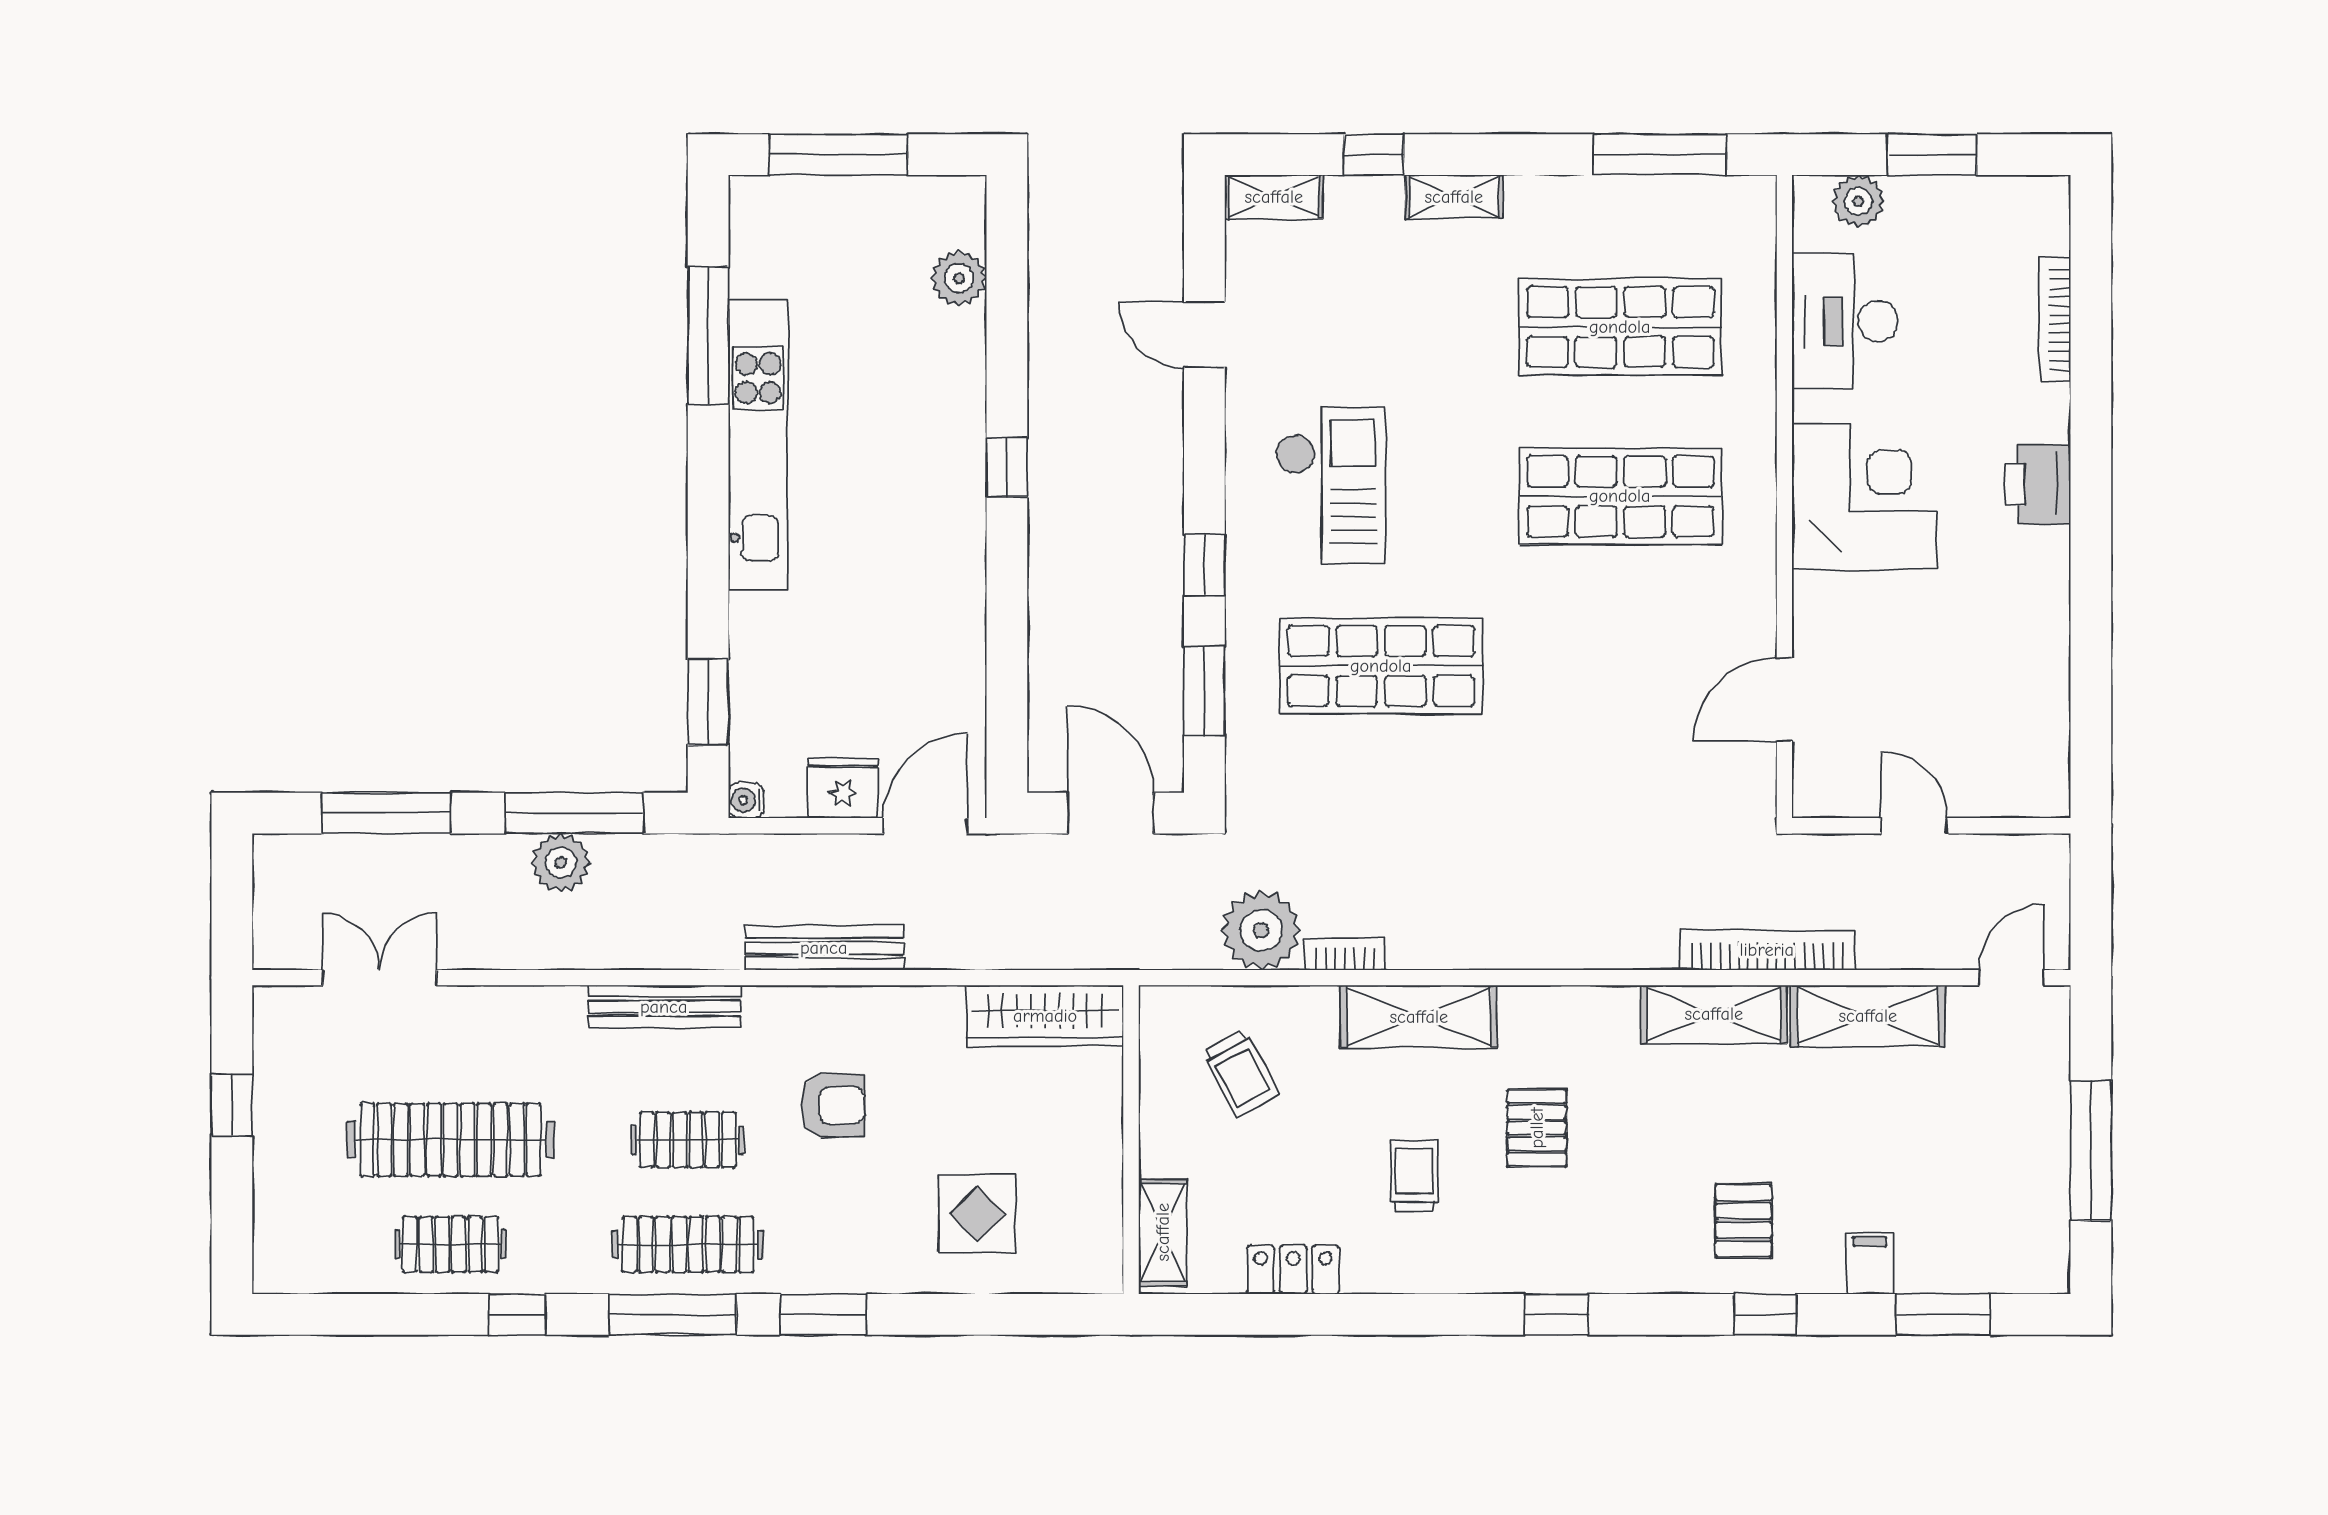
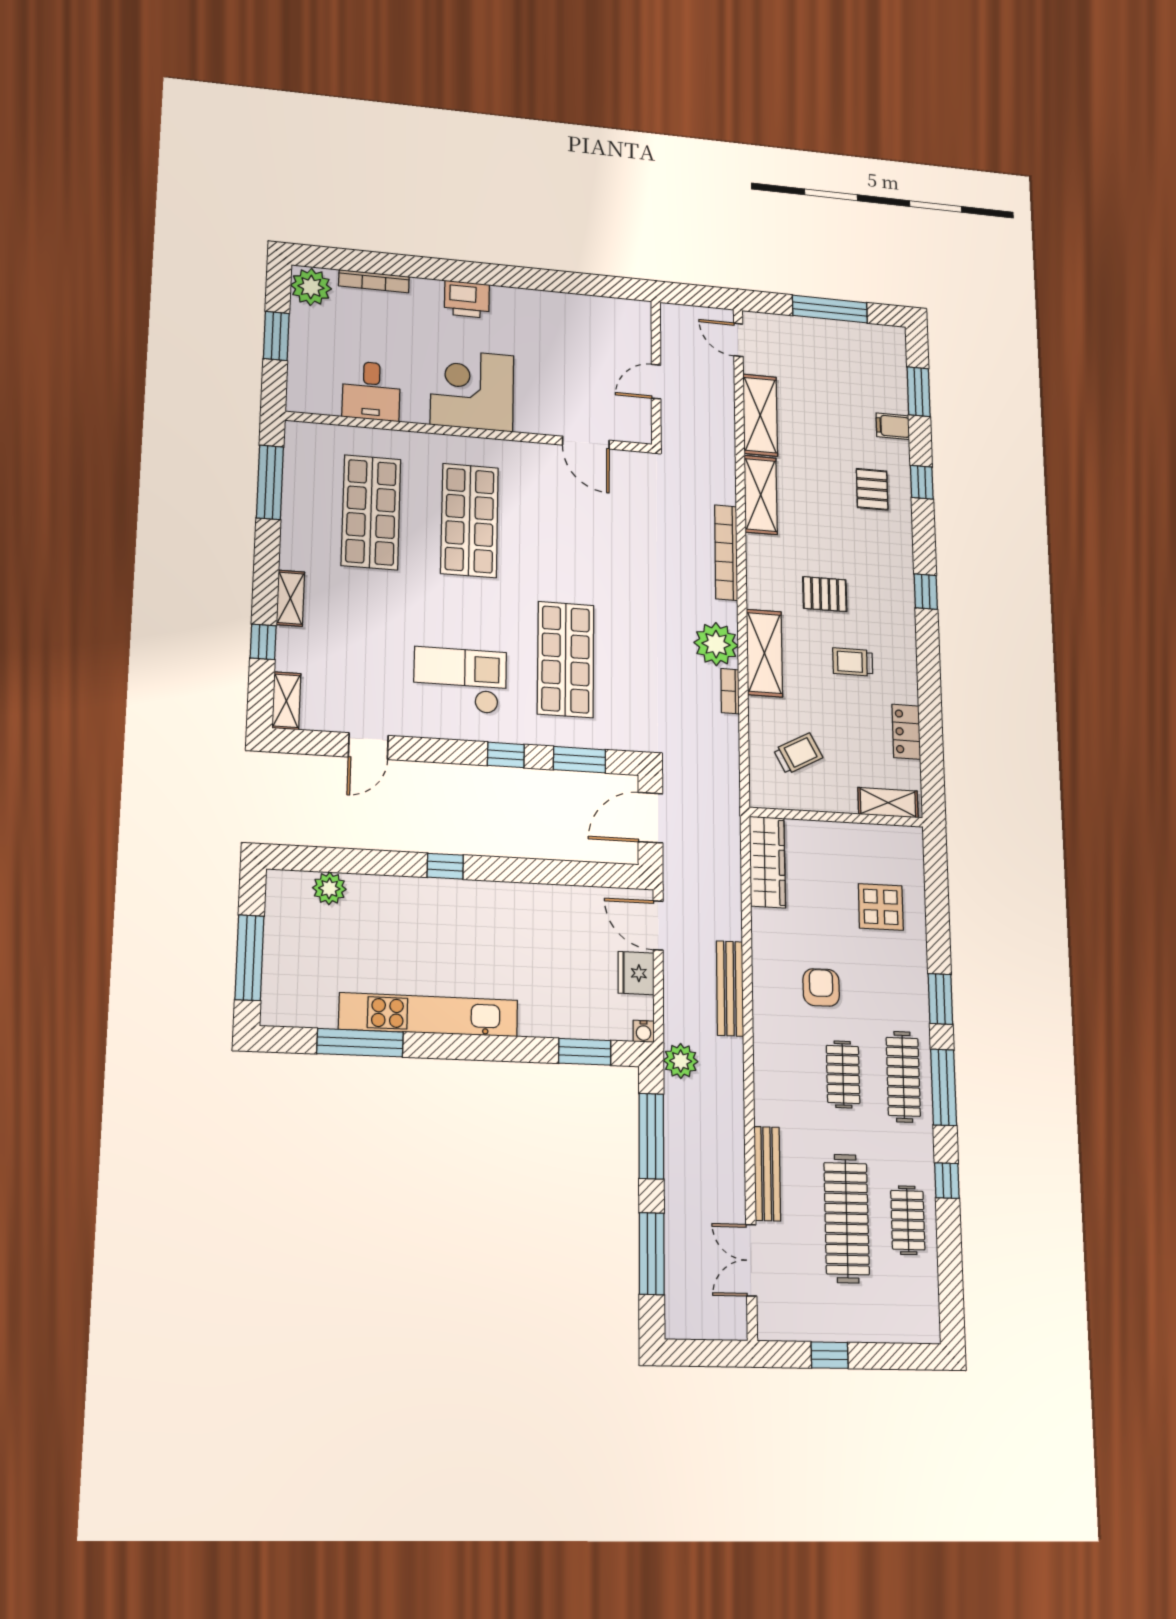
plant: (1858, 201) -> (311, 287), moved, width x1.36, depth x1.36
desk: (1845, 321) -> (371, 391), width x0.73
plant: (561, 863) -> (681, 1061), moved
plant: (1261, 930) -> (716, 644), moved
bookcase: (1767, 950) -> (726, 553), moved
bench: (664, 1007) -> (767, 1174), moved
pallet: (1743, 1221) -> (872, 489), turned 90

